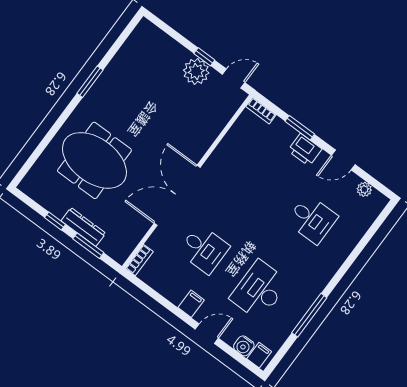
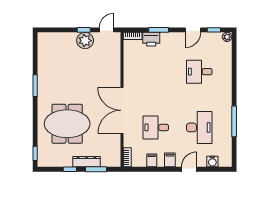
printer: (305, 150) -> (151, 39), moved
window: (26, 168) -> (35, 153), added
window: (370, 180) -> (214, 30), added
plant: (364, 189) -> (227, 37), moved
desk: (312, 219) -> (199, 72), turned 180
desk: (204, 249) -> (156, 127), turned 180
desk: (259, 290) -> (199, 127), turned 180
filing cabinet: (259, 355) -> (152, 160), moved

